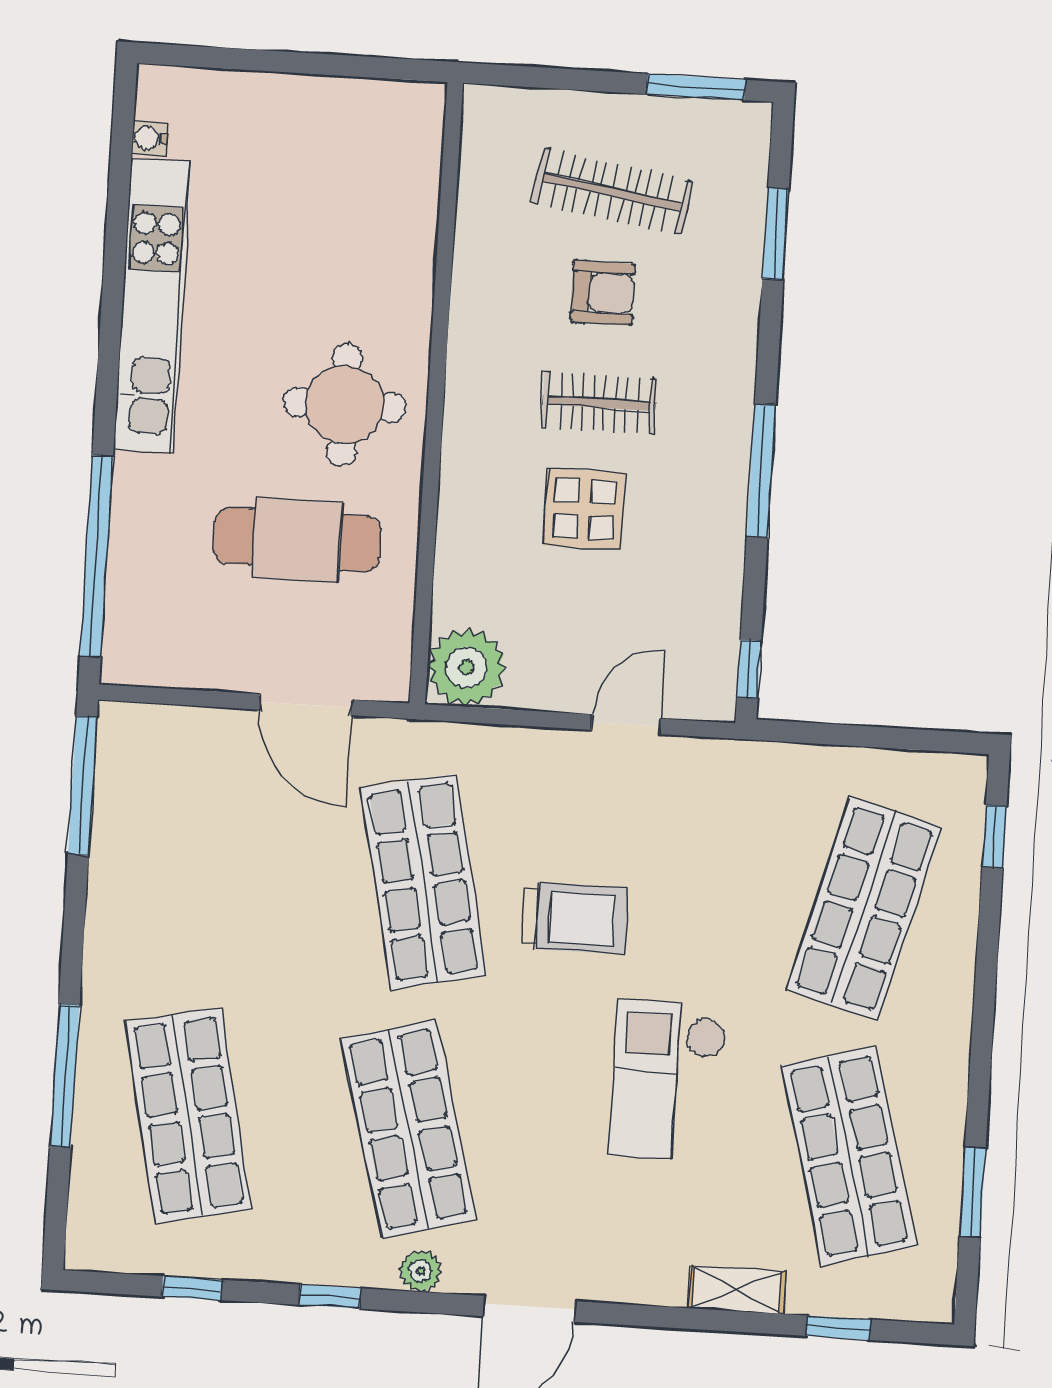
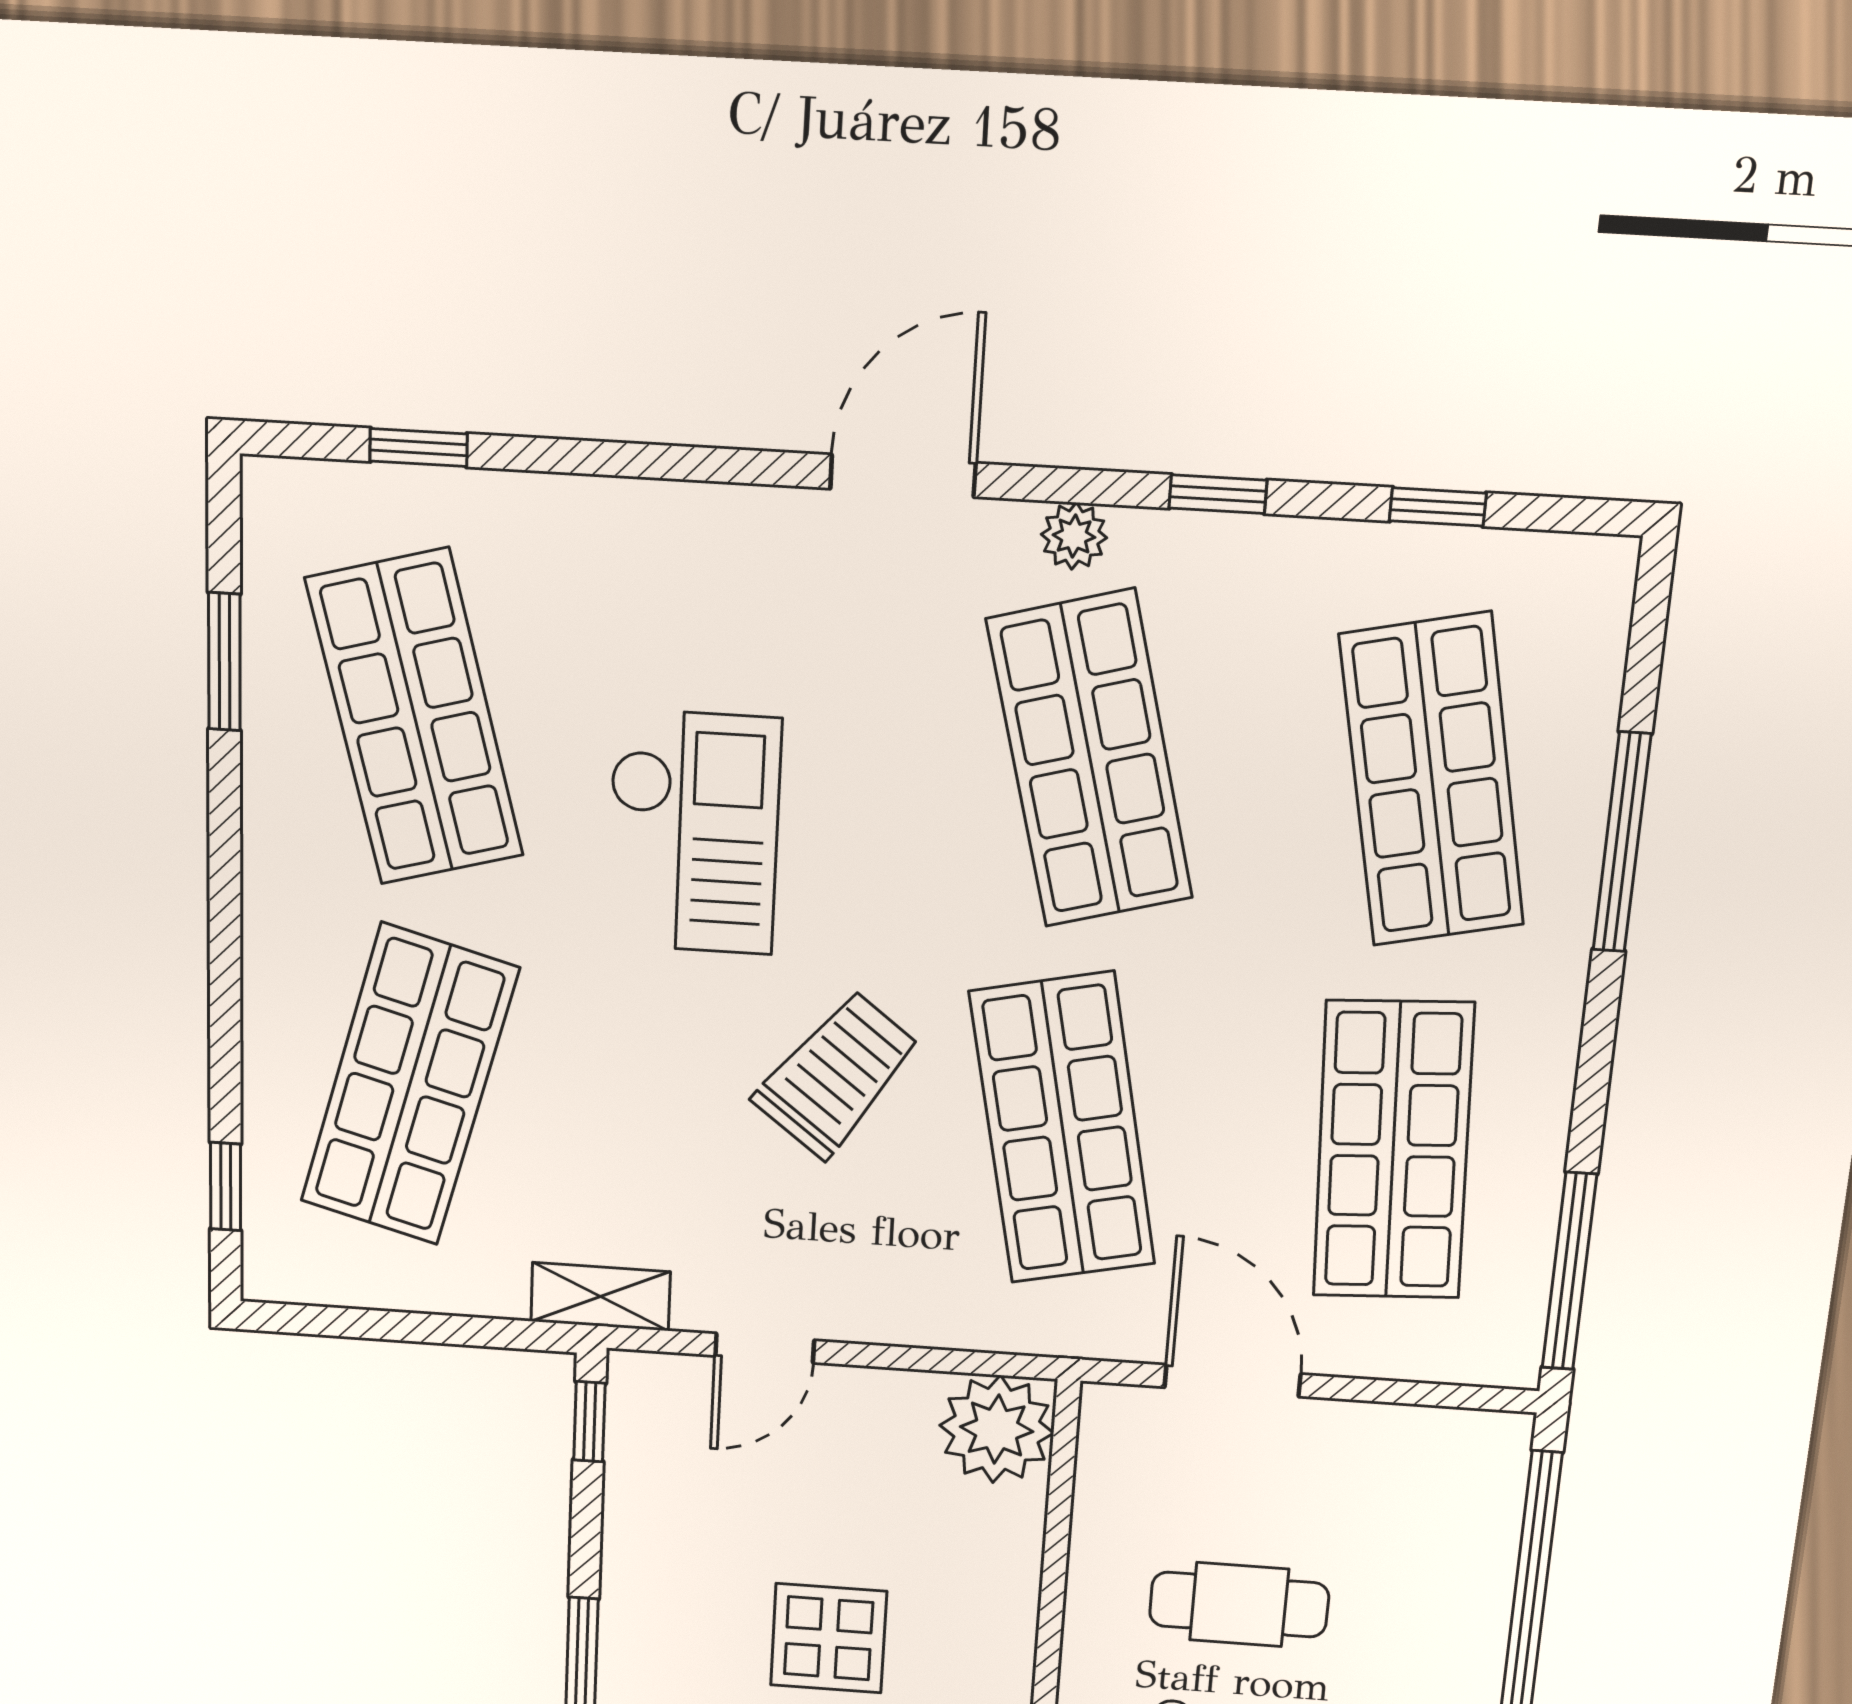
cafe table: (297, 540) -> (1239, 1605), width x0.73, depth x0.74
shop shelf: (203, 868) -> (1393, 1151), added
trolley: (575, 918) -> (837, 1074), turned 127
shelving: (737, 1290) -> (601, 1297), moved

